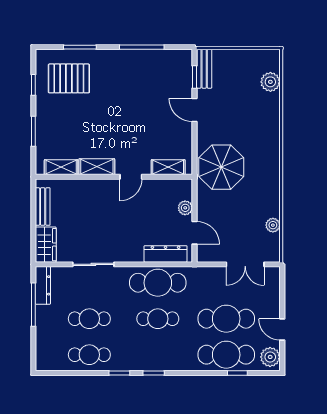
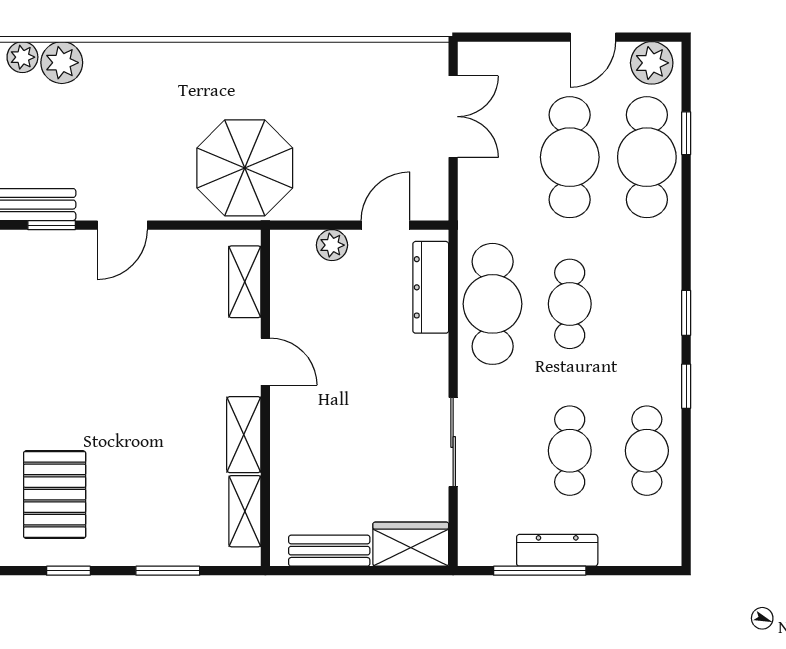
plant: (273, 225) -> (22, 57), moved
dresser: (43, 285) -> (557, 550), moved

